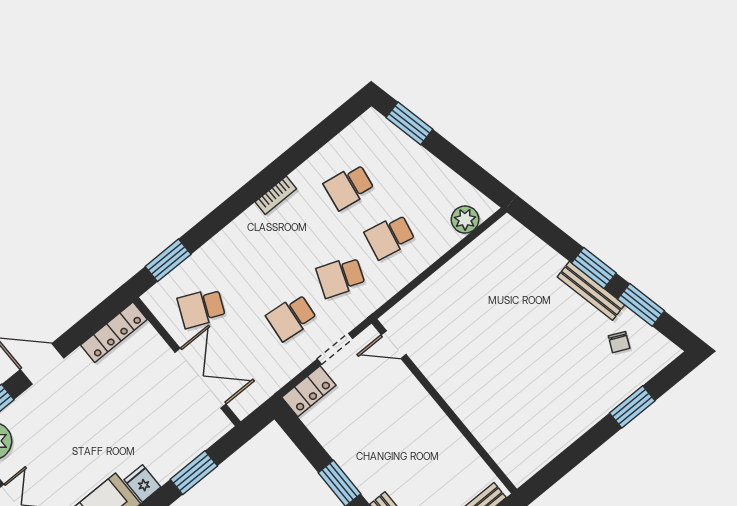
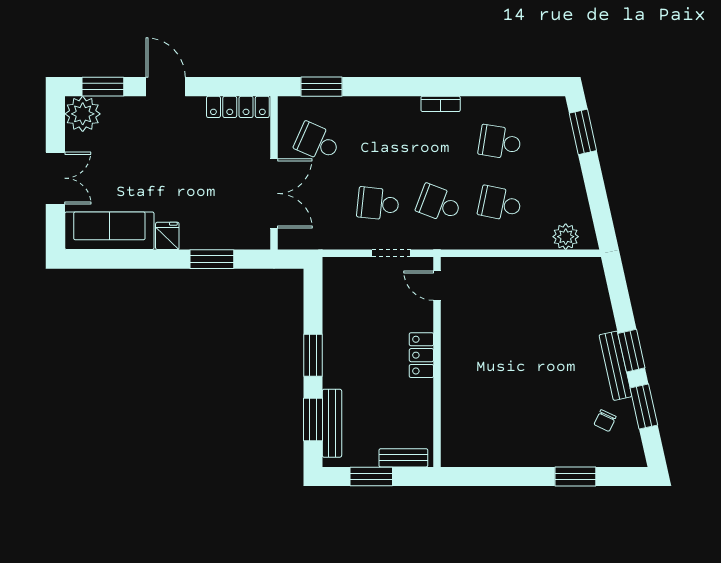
locker: (309, 391) -> (421, 355), moved, turned 90

